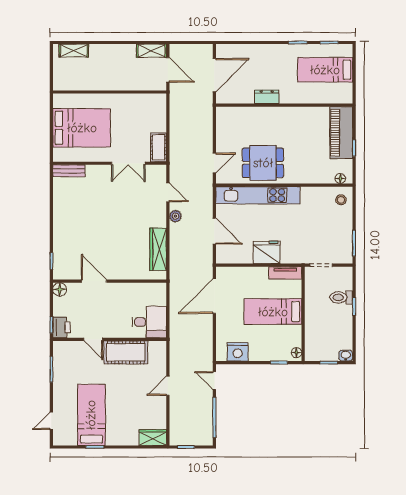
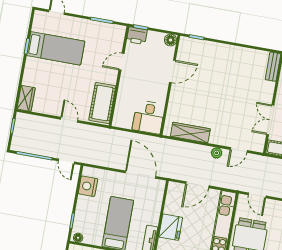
desk: (149, 322) -> (149, 117), moved
cot: (126, 352) -> (102, 103), moved
door: (214, 381) -> (66, 161), swing flipped

